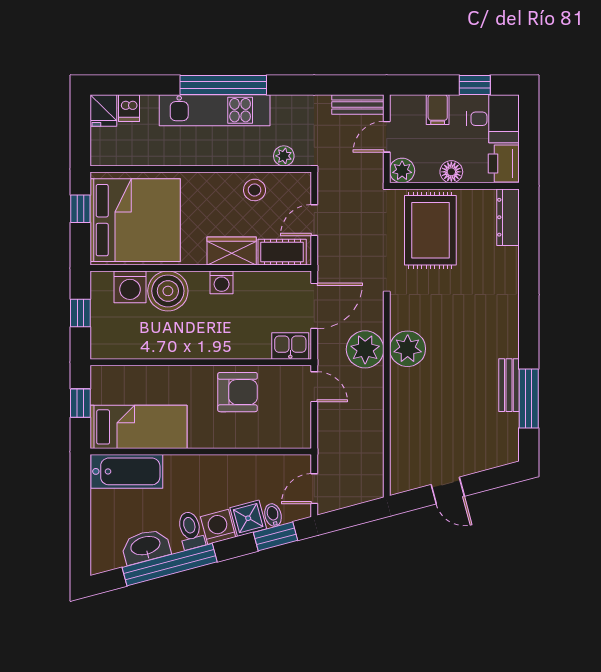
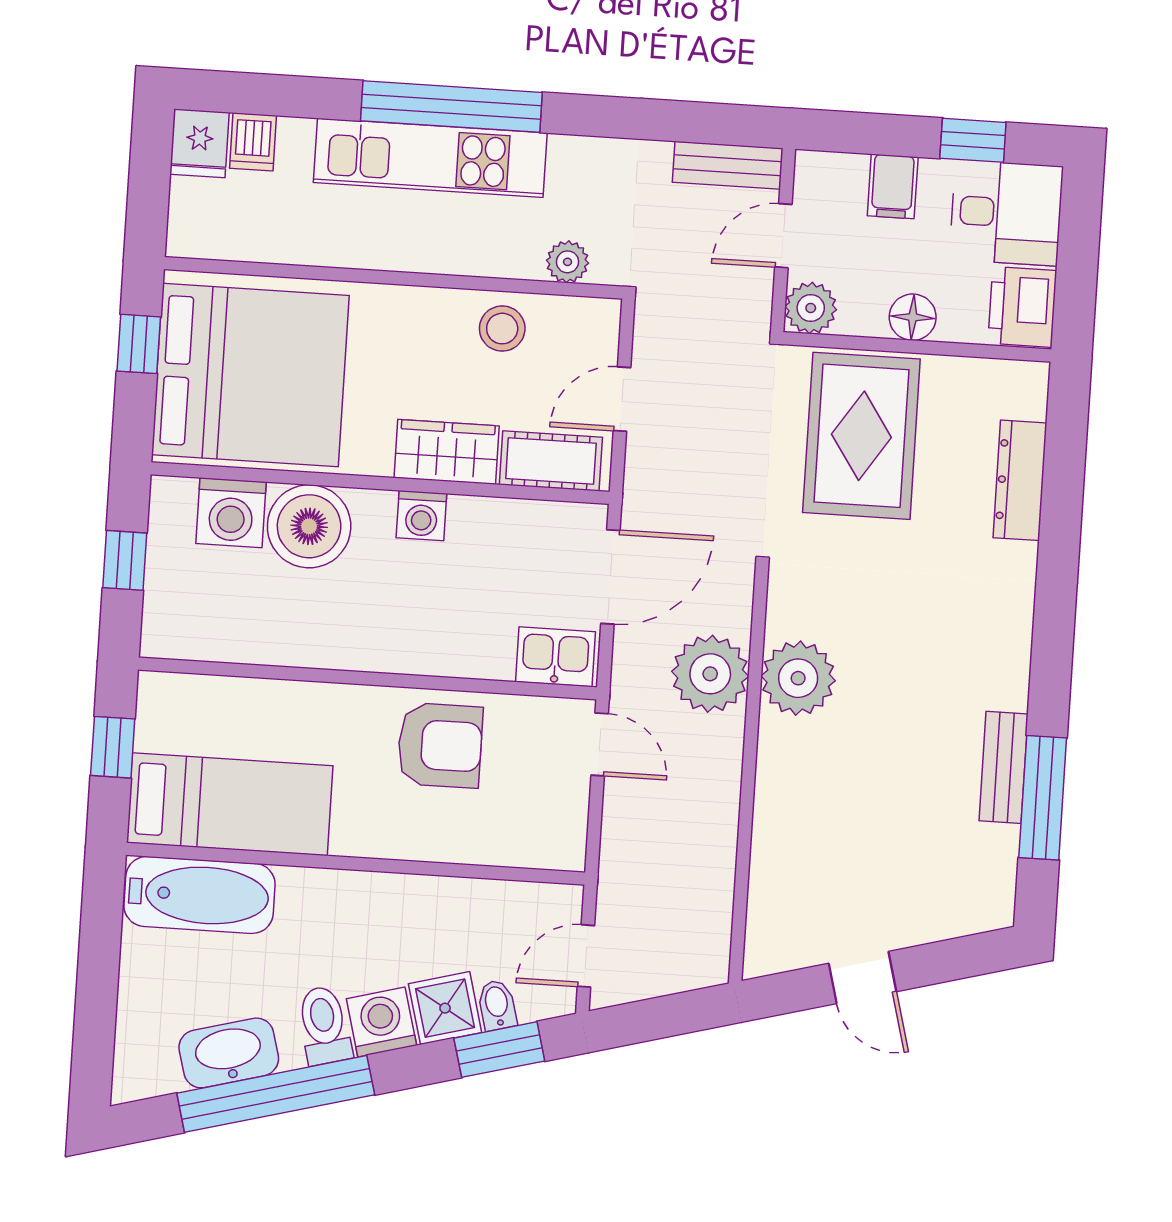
dresser: (508, 217) -> (1020, 480), moved

